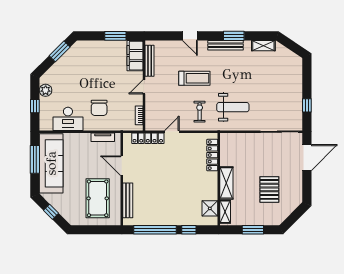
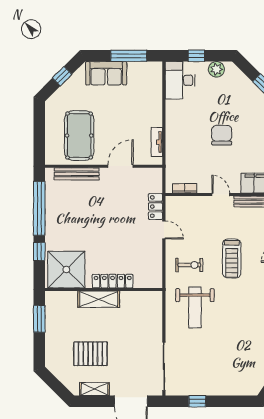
chair: (99, 108) -> (222, 135), moved, turned 90
desk: (68, 119) -> (180, 80), moved
locker: (148, 138) -> (155, 207), width x0.66
locker: (212, 155) -> (113, 281), moved
sofa: (51, 163) -> (106, 73), width x0.54, depth x0.79
pool table: (98, 198) -> (79, 136), turned 90
shower: (210, 208) -> (66, 270), width x1.86, depth x1.86
shelving: (225, 212) -> (94, 389), moved
window: (253, 230) -> (39, 319), moved

